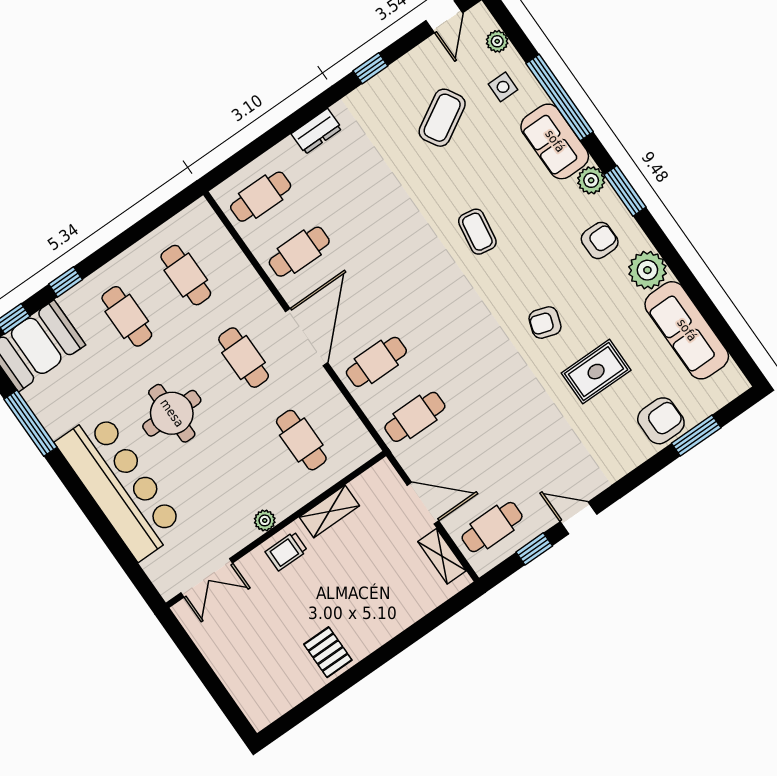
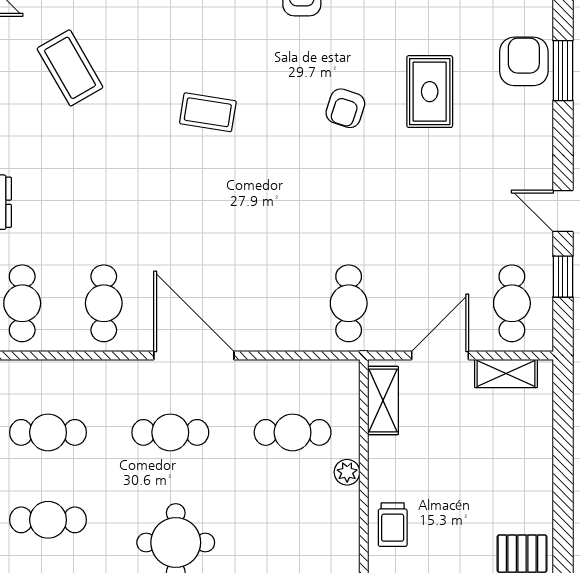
cafe table: (376, 362) -> (267, 303), removed
window: (696, 436) -> (563, 71), moved
shelving: (329, 511) -> (383, 401), moved
door: (578, 518) -> (563, 211), hinge flipped
plant: (265, 520) -> (347, 472), moved

